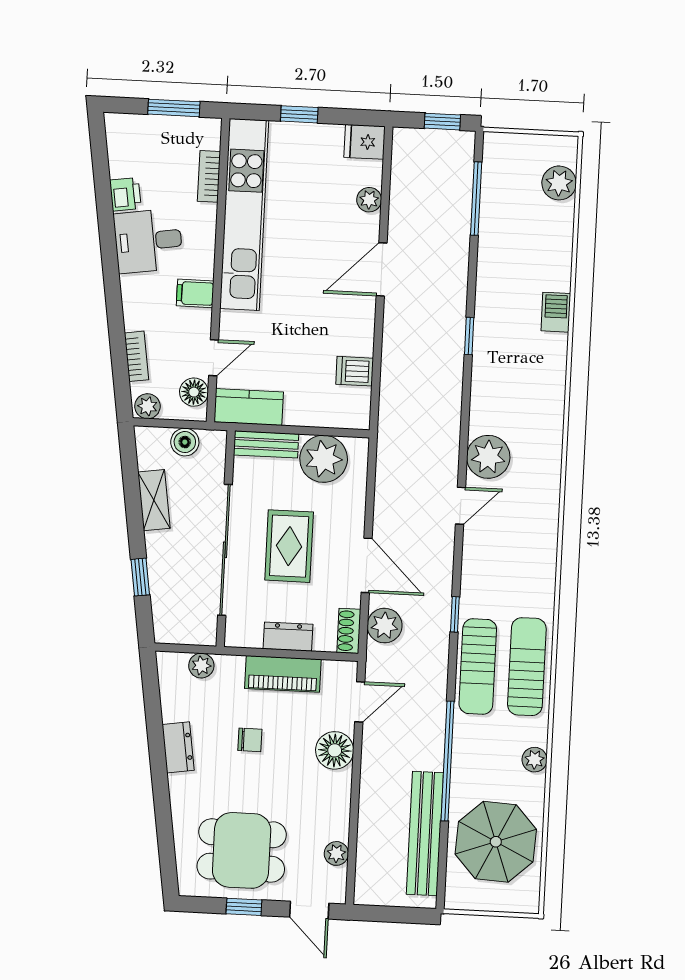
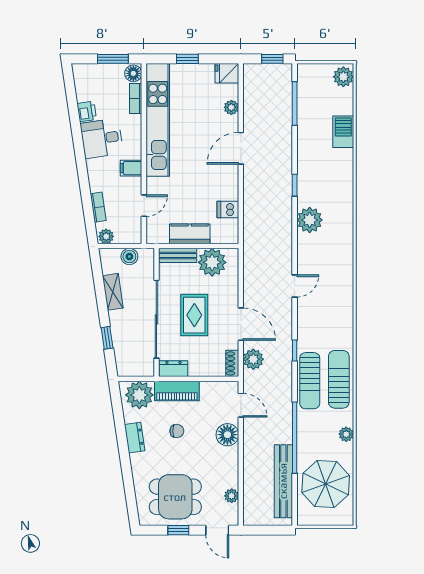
plant: (559, 183) -> (343, 77), moved
barbecue: (556, 312) -> (343, 132), moved, width x1.38, depth x1.27
floor lamp: (194, 392) -> (133, 73), moved
kitchen counter: (249, 407) -> (190, 234), moved
plant: (488, 457) -> (310, 220), moved
dresser: (288, 637) -> (173, 369), moved
plant: (201, 666) -> (139, 395), width x1.88, depth x1.88
piano: (283, 674) -> (177, 391), moved
door: (360, 702) -> (241, 405), hinge flipped

